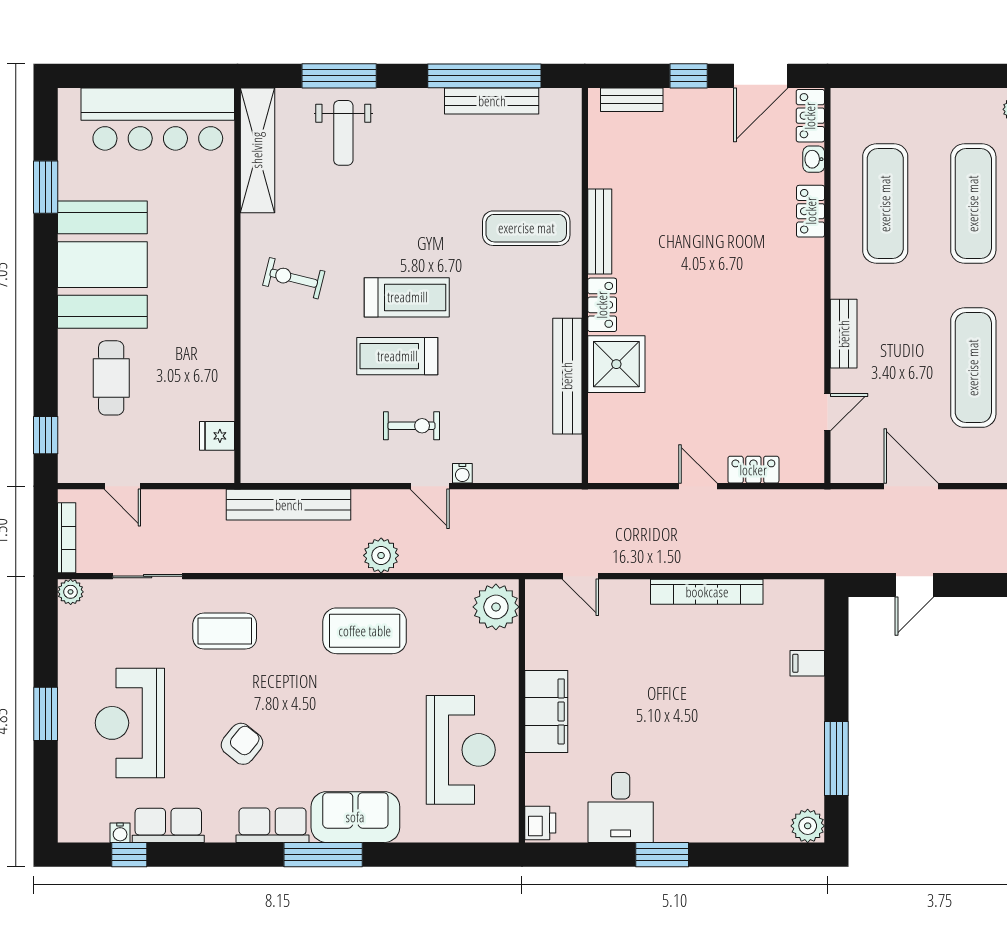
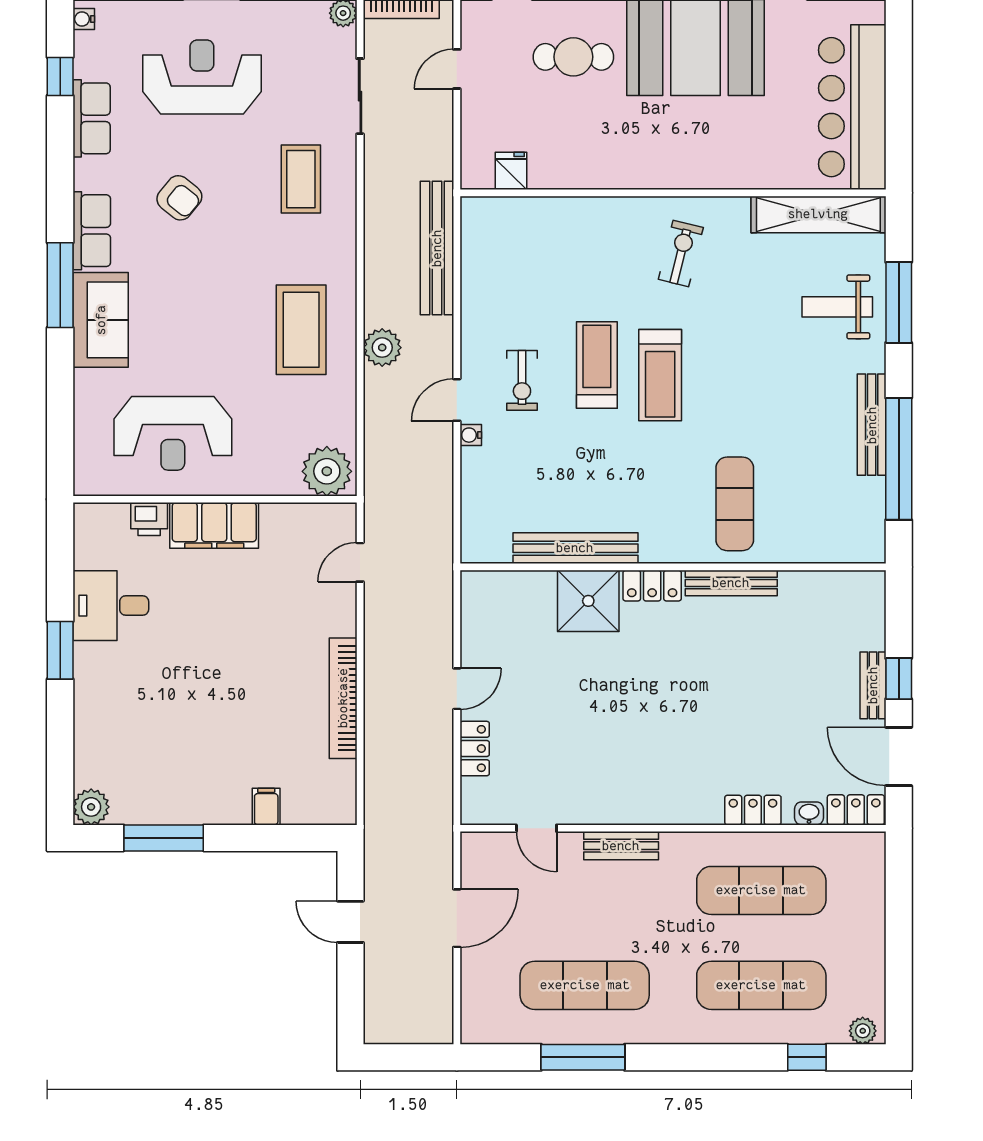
bench: (632, 100) -> (873, 685), moved
bench: (492, 101) -> (872, 425), moved
printer: (540, 823) -> (149, 519), moved
water cooler: (120, 833) -> (84, 19), moved

